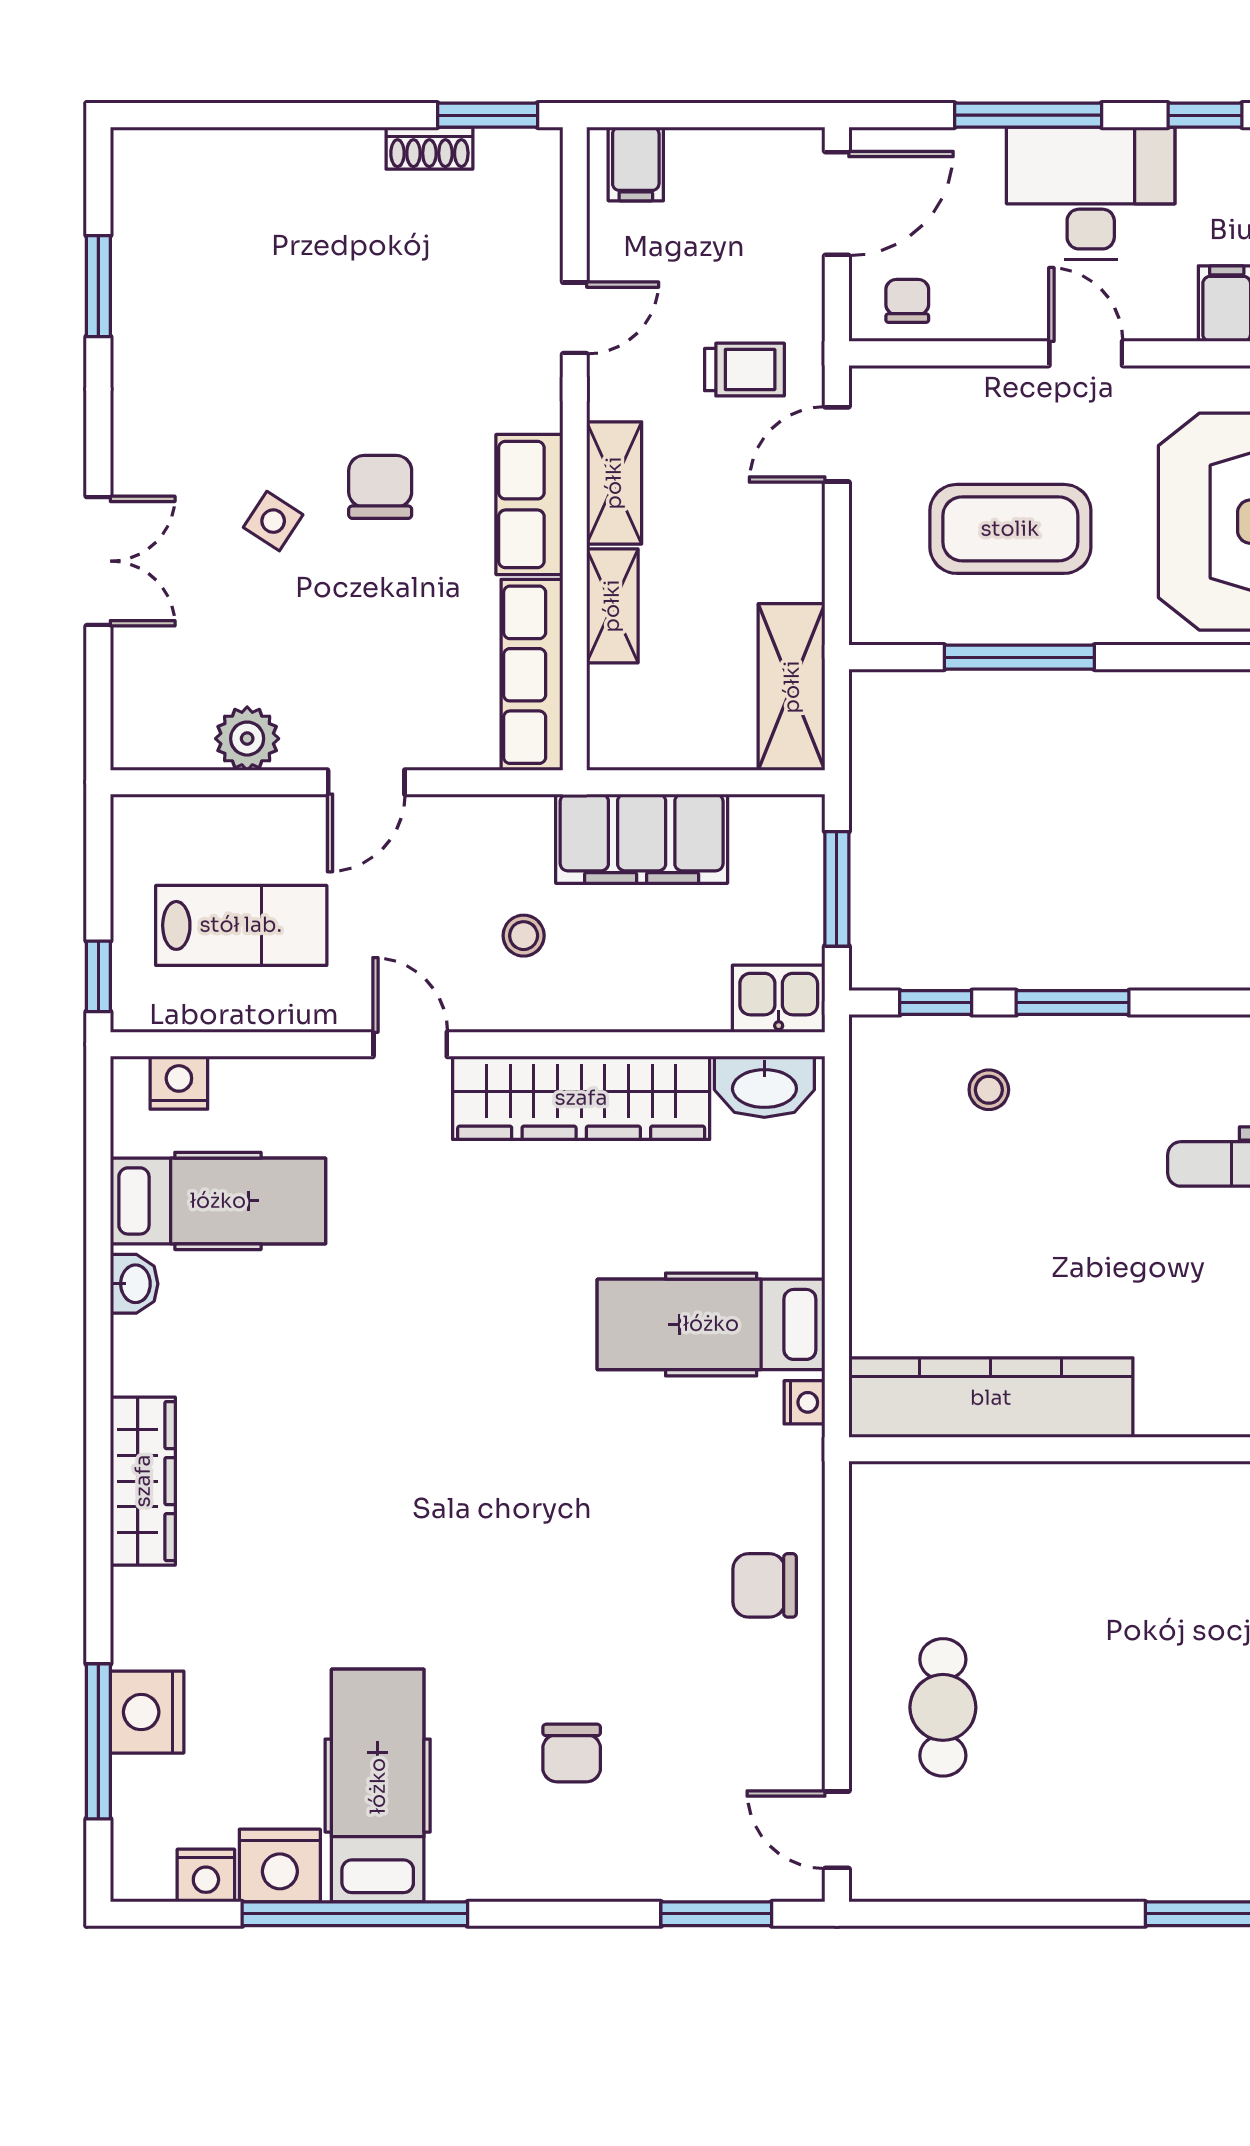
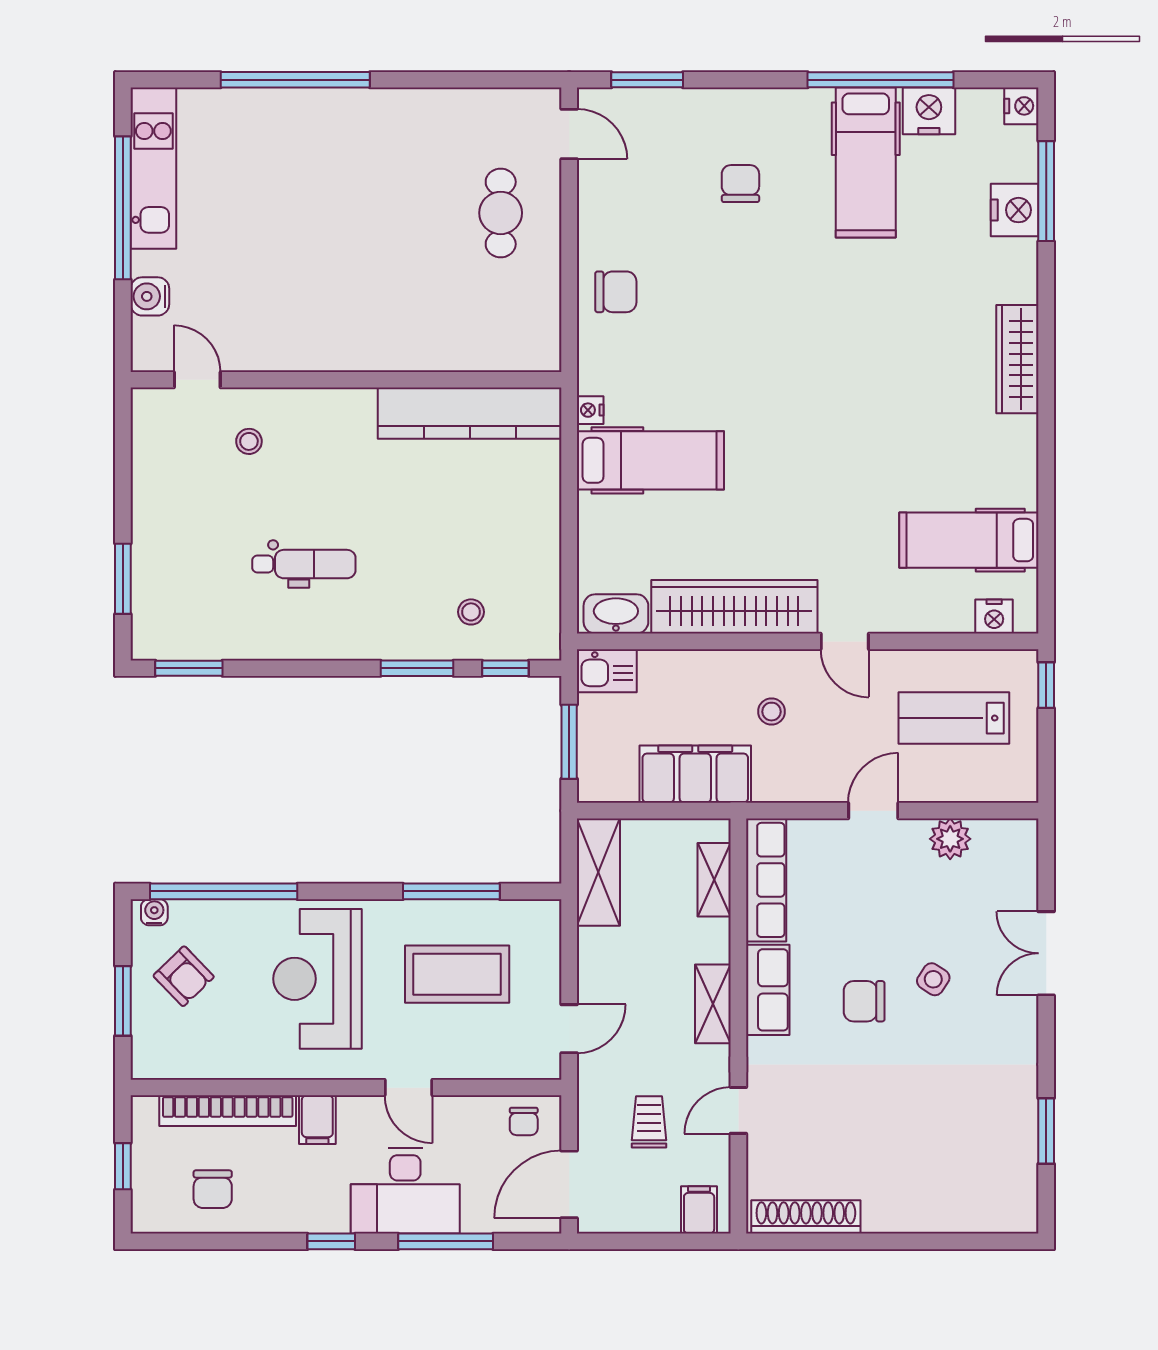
window: (488, 115) -> (795, 1241), removed
shoe rack: (429, 148) -> (806, 1217), width x1.94, depth x1.24
trolley: (744, 370) -> (649, 1122), moved, turned 90
chair: (380, 487) -> (864, 1001), turned 90
shelving: (612, 606) -> (714, 880), moved
washbasin: (134, 1284) -> (1023, 487), removed
nightstand: (206, 1876) -> (1021, 106), moved, turned 90

